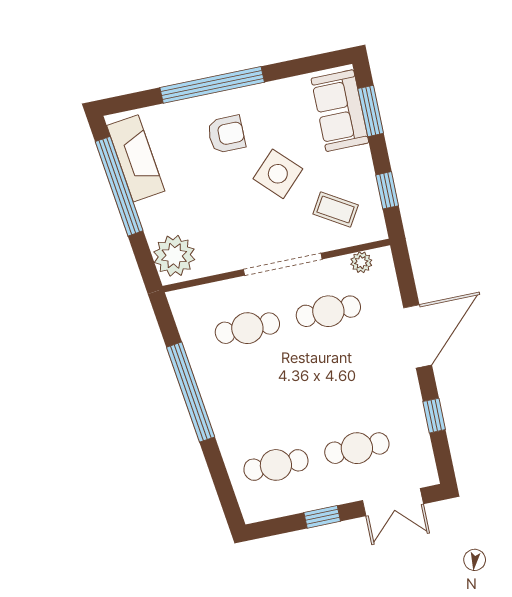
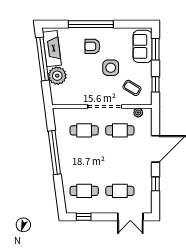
armchair: (226, 134) -> (92, 46), turned 180
side table: (278, 174) -> (111, 68), turned 45
plant: (174, 256) -> (57, 76), moved
window: (322, 517) -> (84, 217), moved

